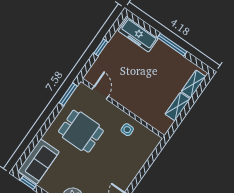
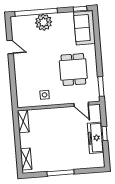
freezer: (138, 35) -> (96, 138), moved, turned -90
shelving: (178, 107) -> (23, 121), moved
dining table: (81, 131) -> (73, 70), turned 90

